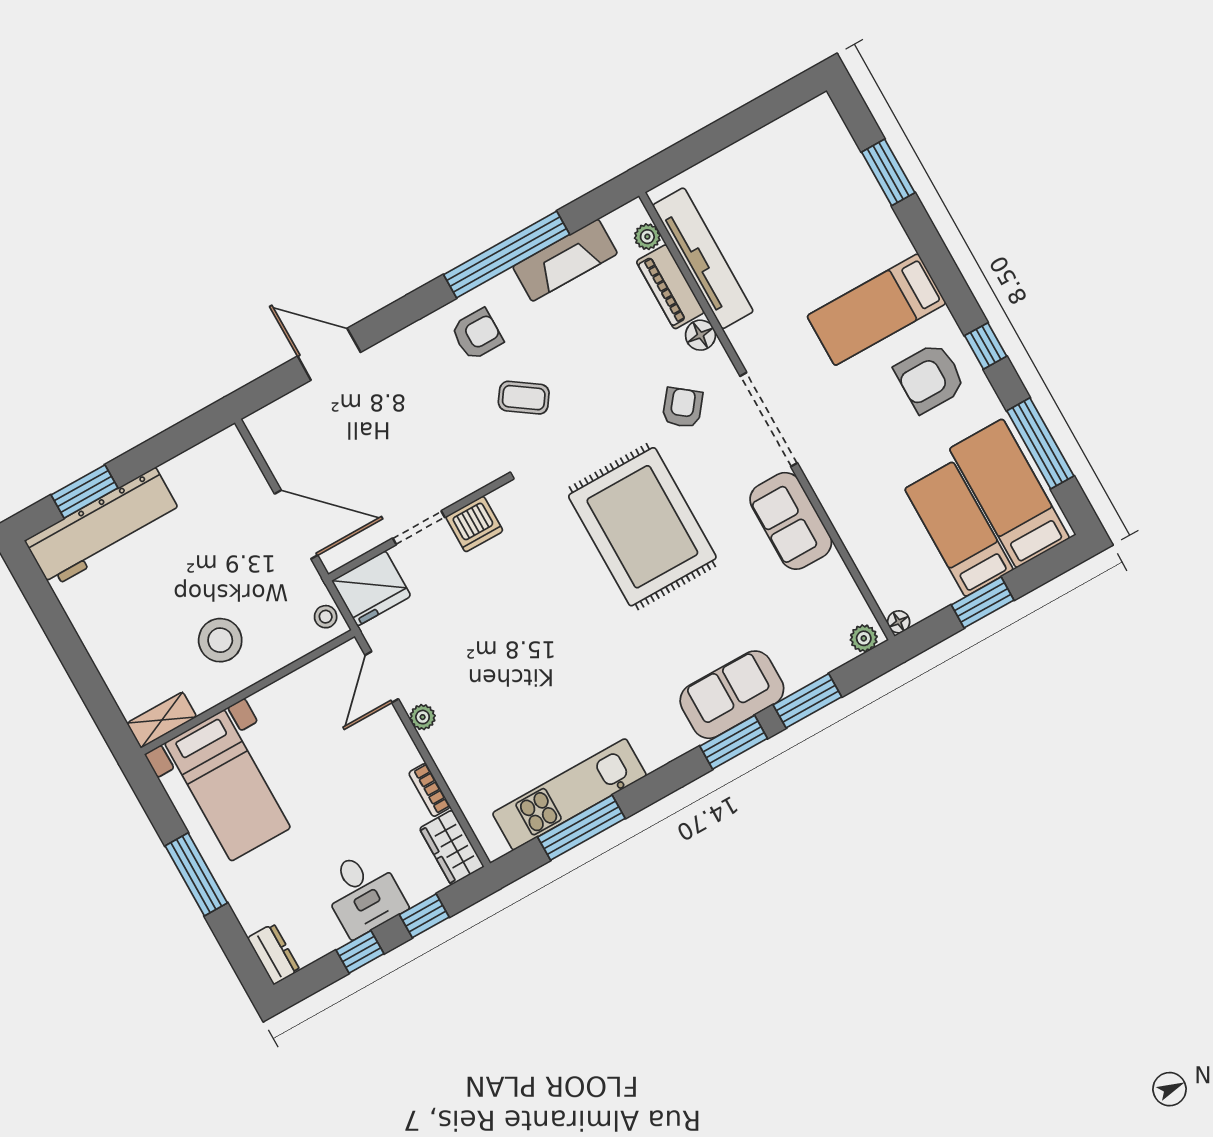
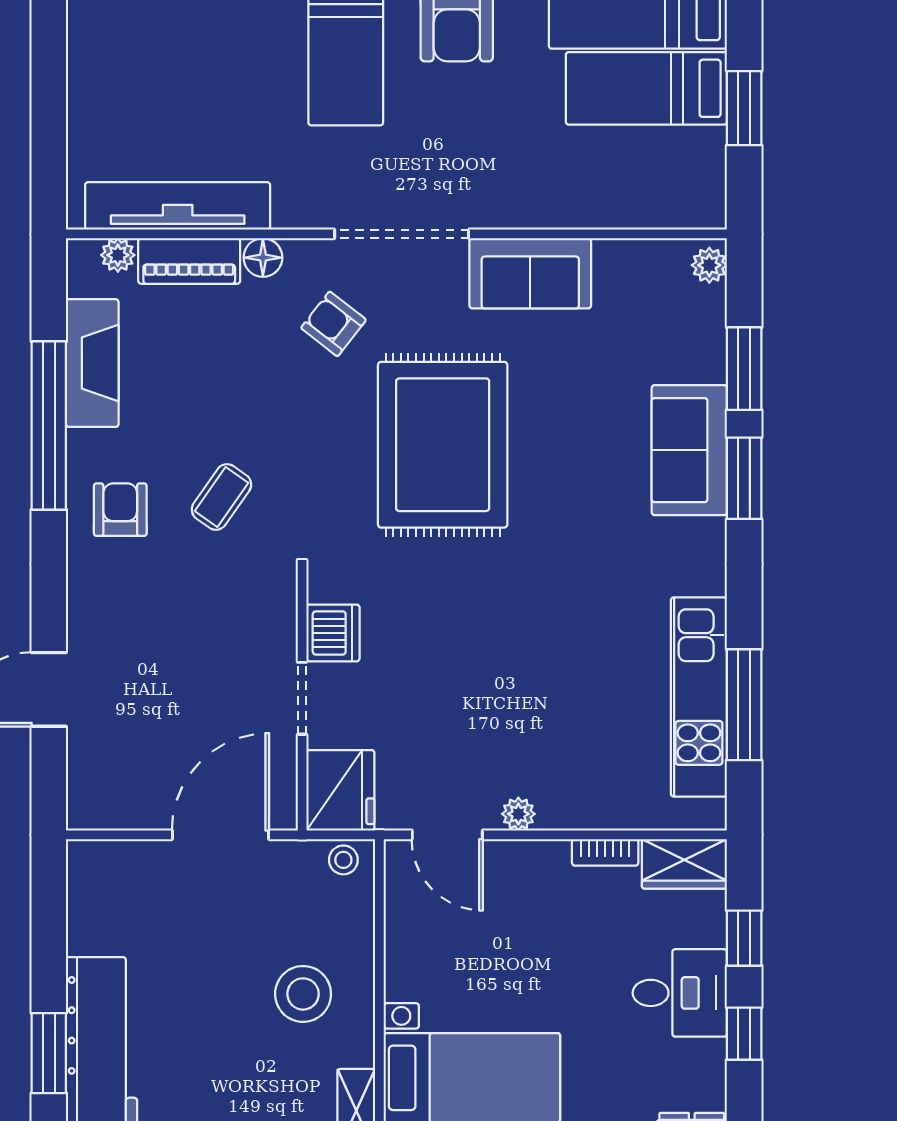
rug: (642, 527) -> (443, 445), turned 90
floor lamp: (899, 622) -> (713, 215), removed

